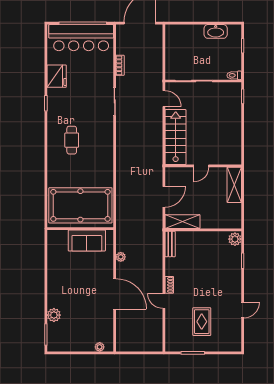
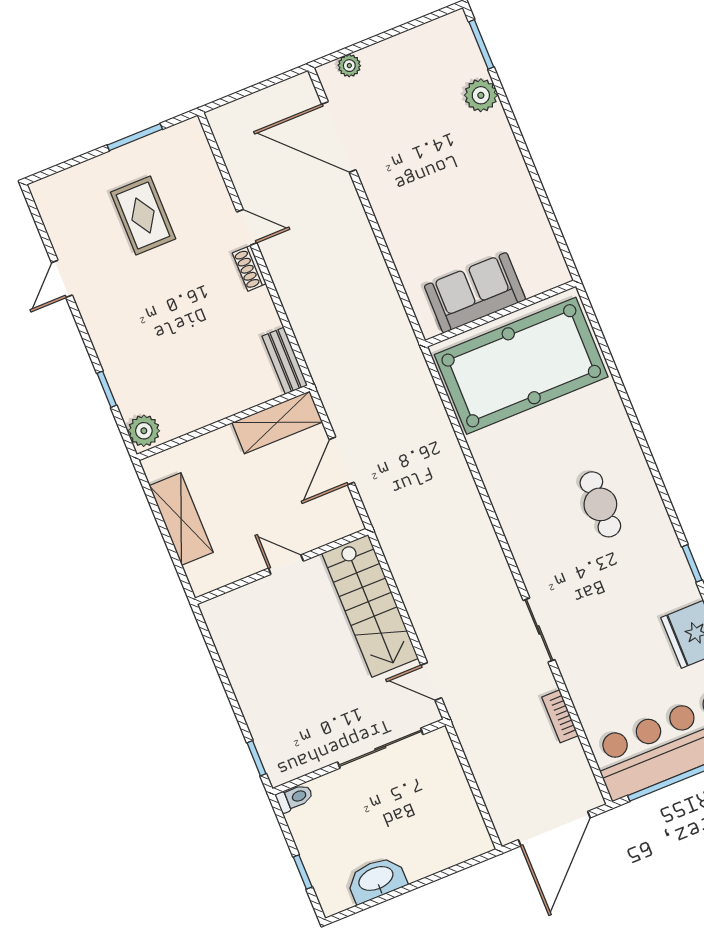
door: (201, 166) -> (286, 565), hinge flipped
shelving: (234, 185) -> (181, 519), moved
plant: (121, 257) -> (384, 287), removed
door: (115, 294) -> (339, 137), moved

